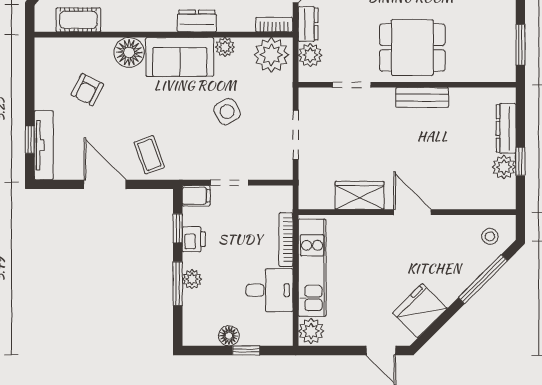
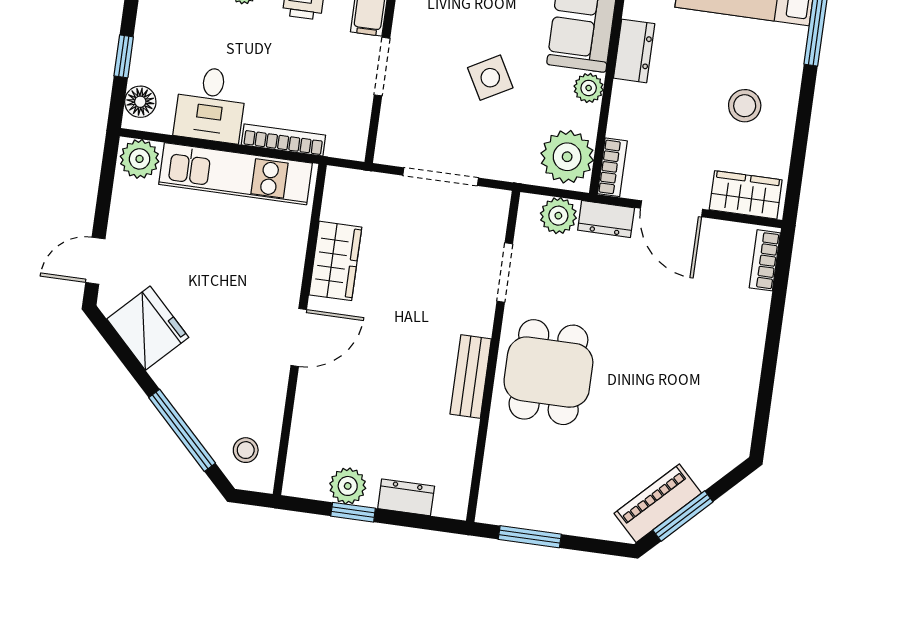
dresser: (506, 128) -> (406, 497), width x0.70
floor lamp: (229, 336) -> (140, 102), moved

